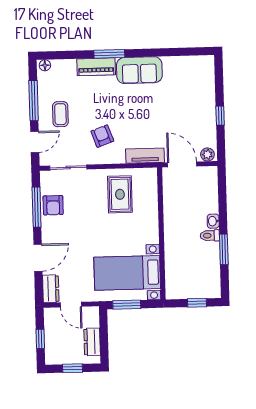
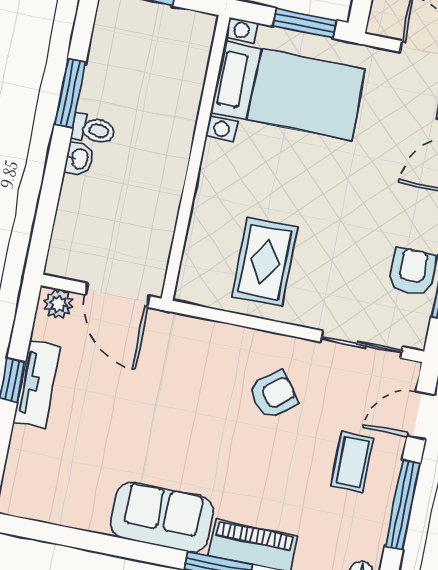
armchair: (102, 136) -> (274, 395), turned -108
tv unit: (145, 156) -> (37, 384), moved, turned -90

